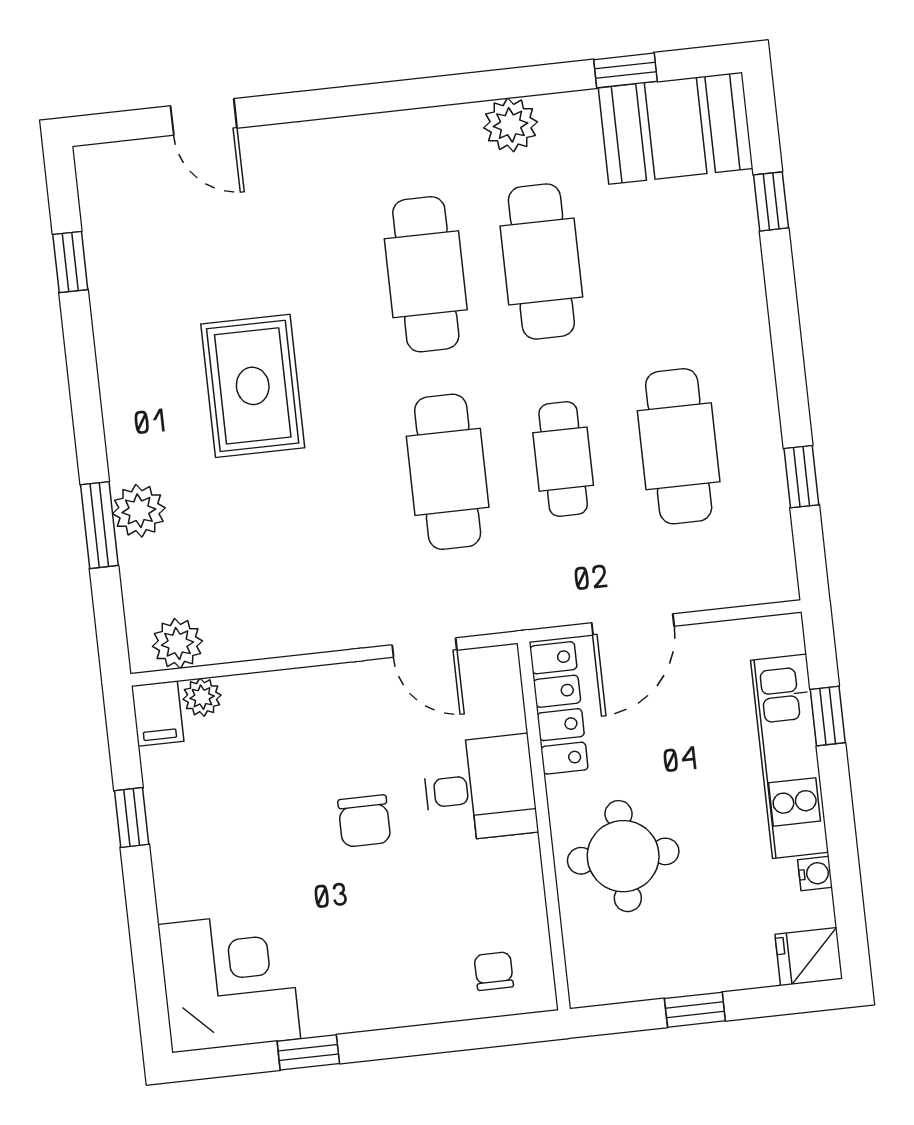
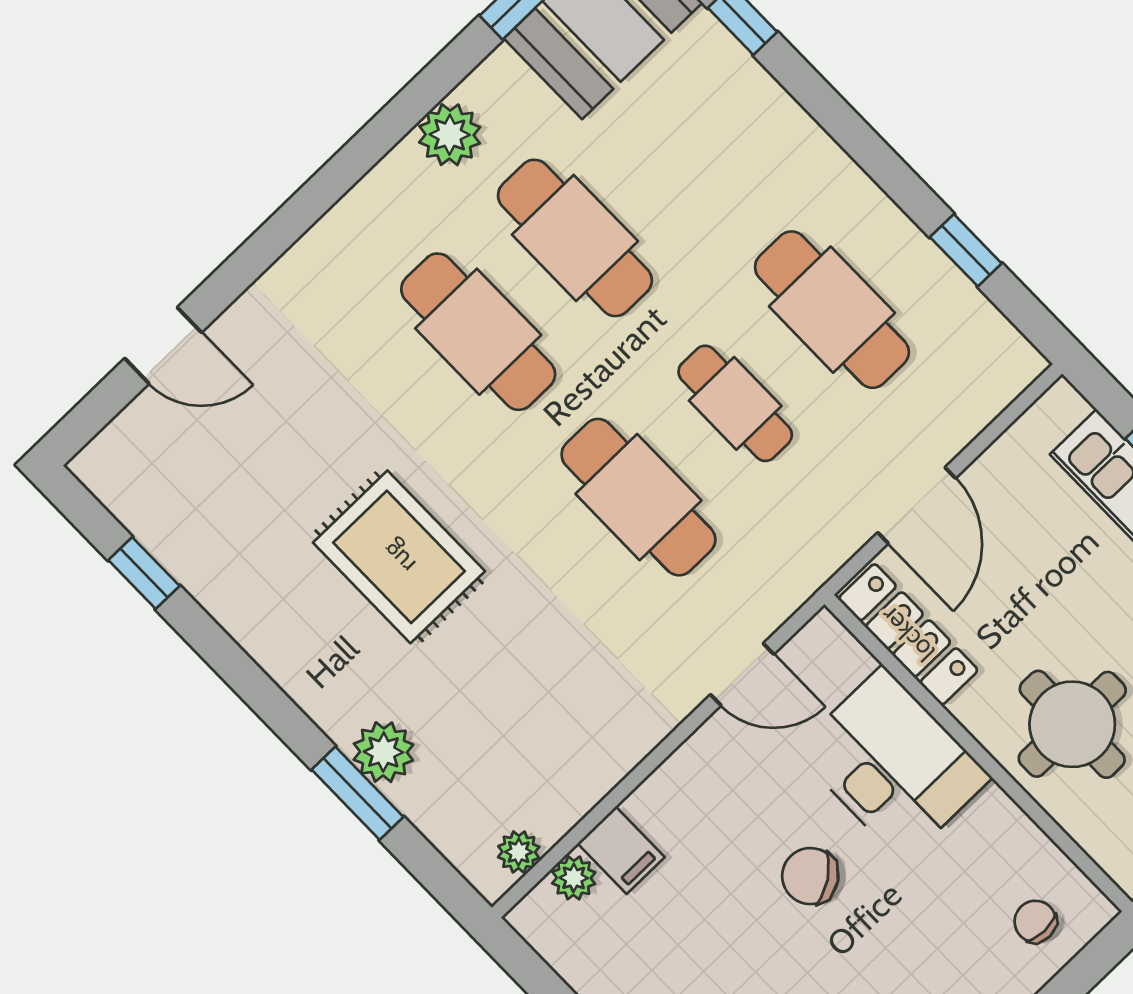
plant: (177, 644) -> (519, 852), width x0.73, depth x0.73
filing cabinet: (158, 713) -> (621, 850), moved
desk: (480, 788) -> (893, 764), width x1.37
chair: (364, 821) -> (810, 876), turned 145

